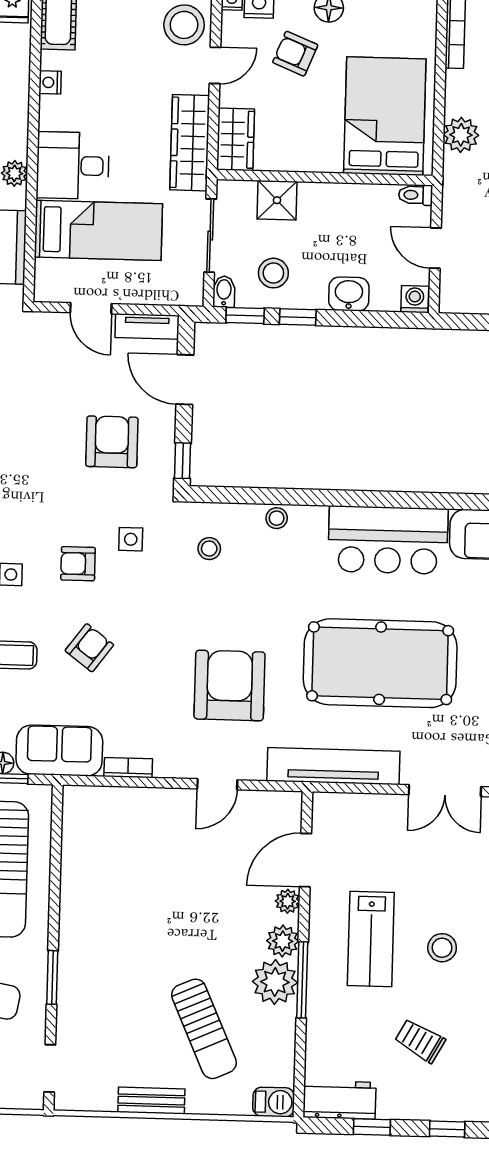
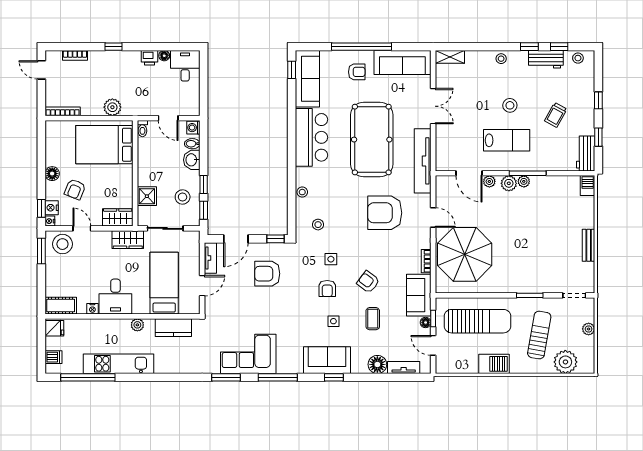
wardrobe: (190, 143) -> (128, 240), width x0.67
desk: (73, 166) -> (115, 297), moved
door: (435, 248) -> (168, 118), hinge flipped
bidet: (224, 292) -> (192, 144), moved
side table: (131, 539) -> (331, 259), moved
parasol: (140, 847) -> (465, 254), added
plant: (275, 982) -> (524, 181), width x0.53, depth x0.53
sun lounger: (204, 1029) -> (553, 221), removed

